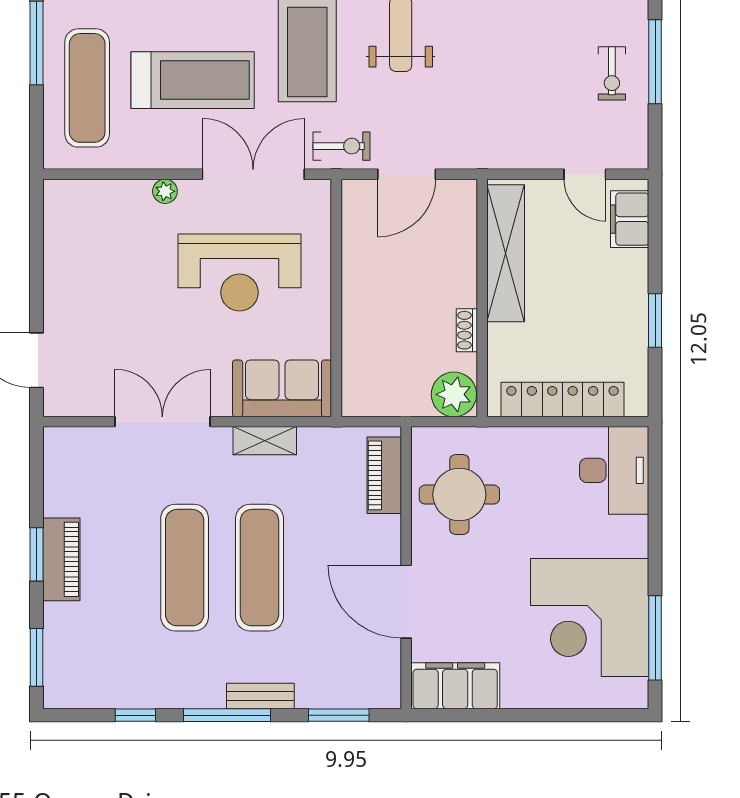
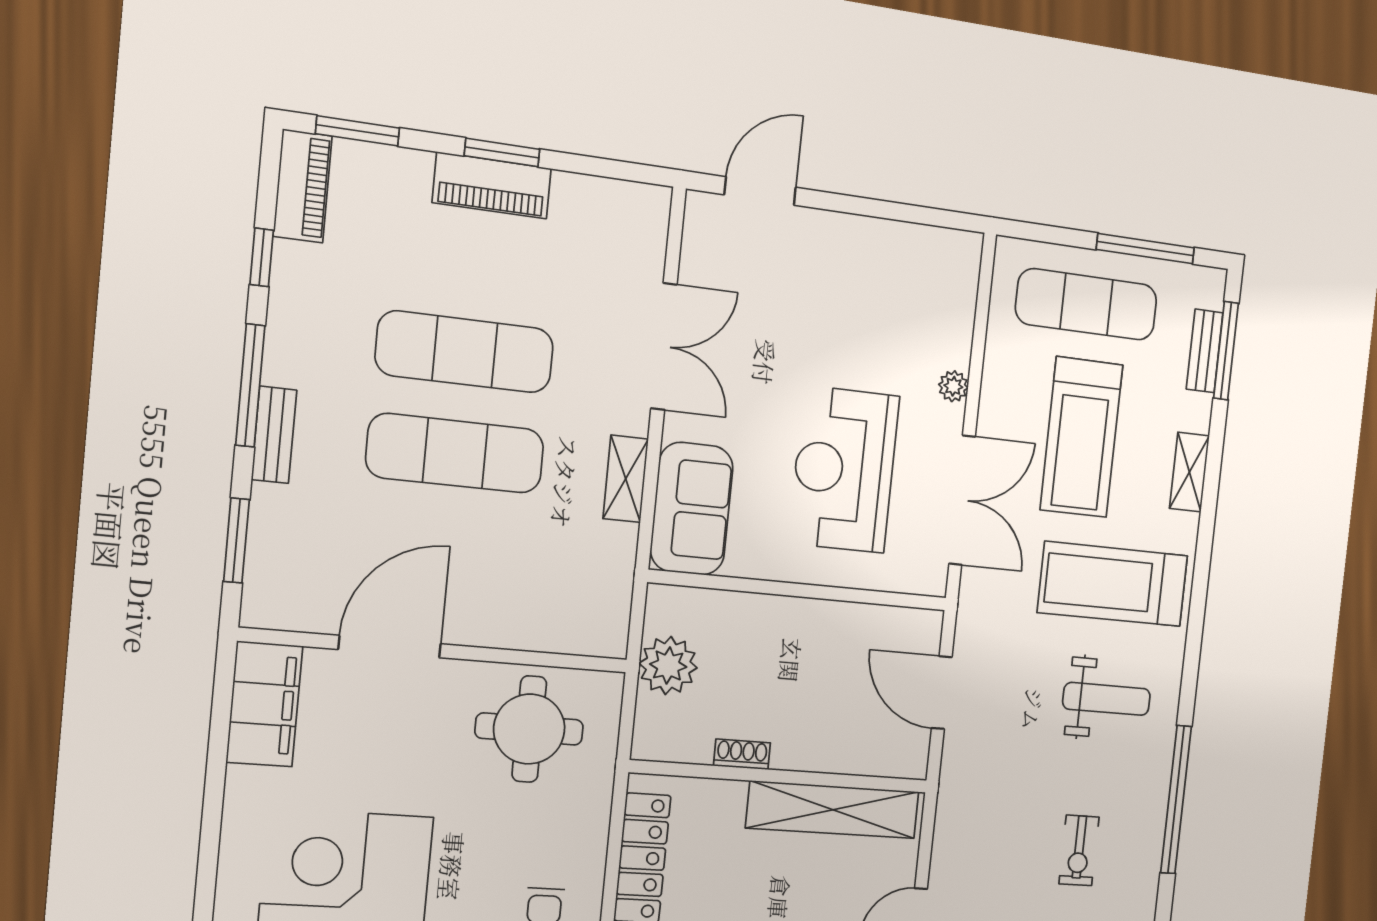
exercise bike: (341, 146) -> (1079, 850), moved
plant: (454, 394) -> (668, 666), moved
piano: (384, 475) -> (303, 186), moved, turned 90

